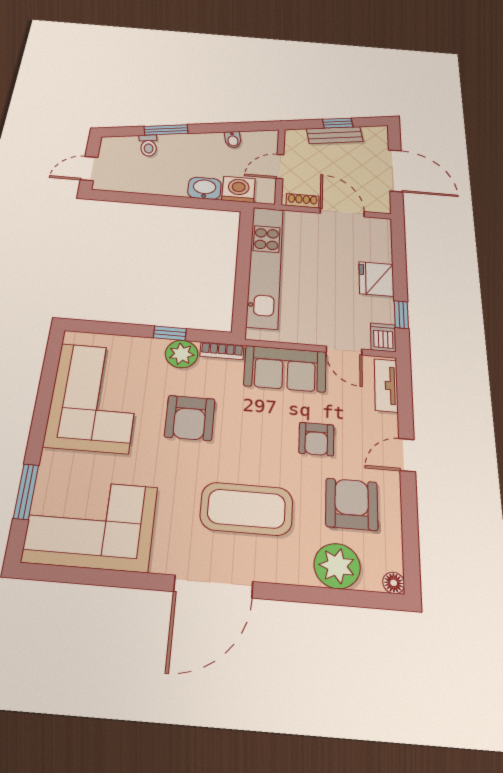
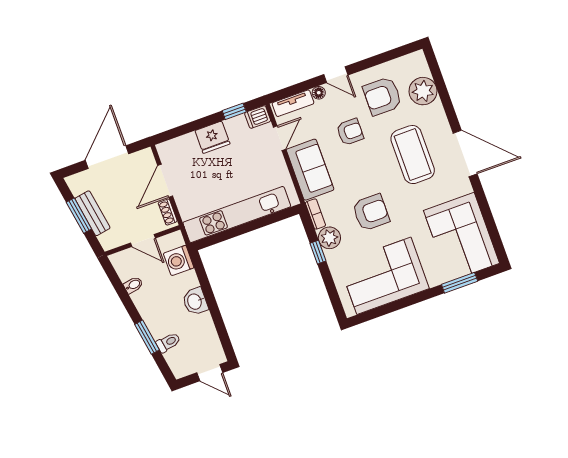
window: (338, 123) -> (79, 216), width x1.50
washbasin: (204, 188) -> (195, 301), moved
floor lamp: (394, 583) -> (319, 93), moved

